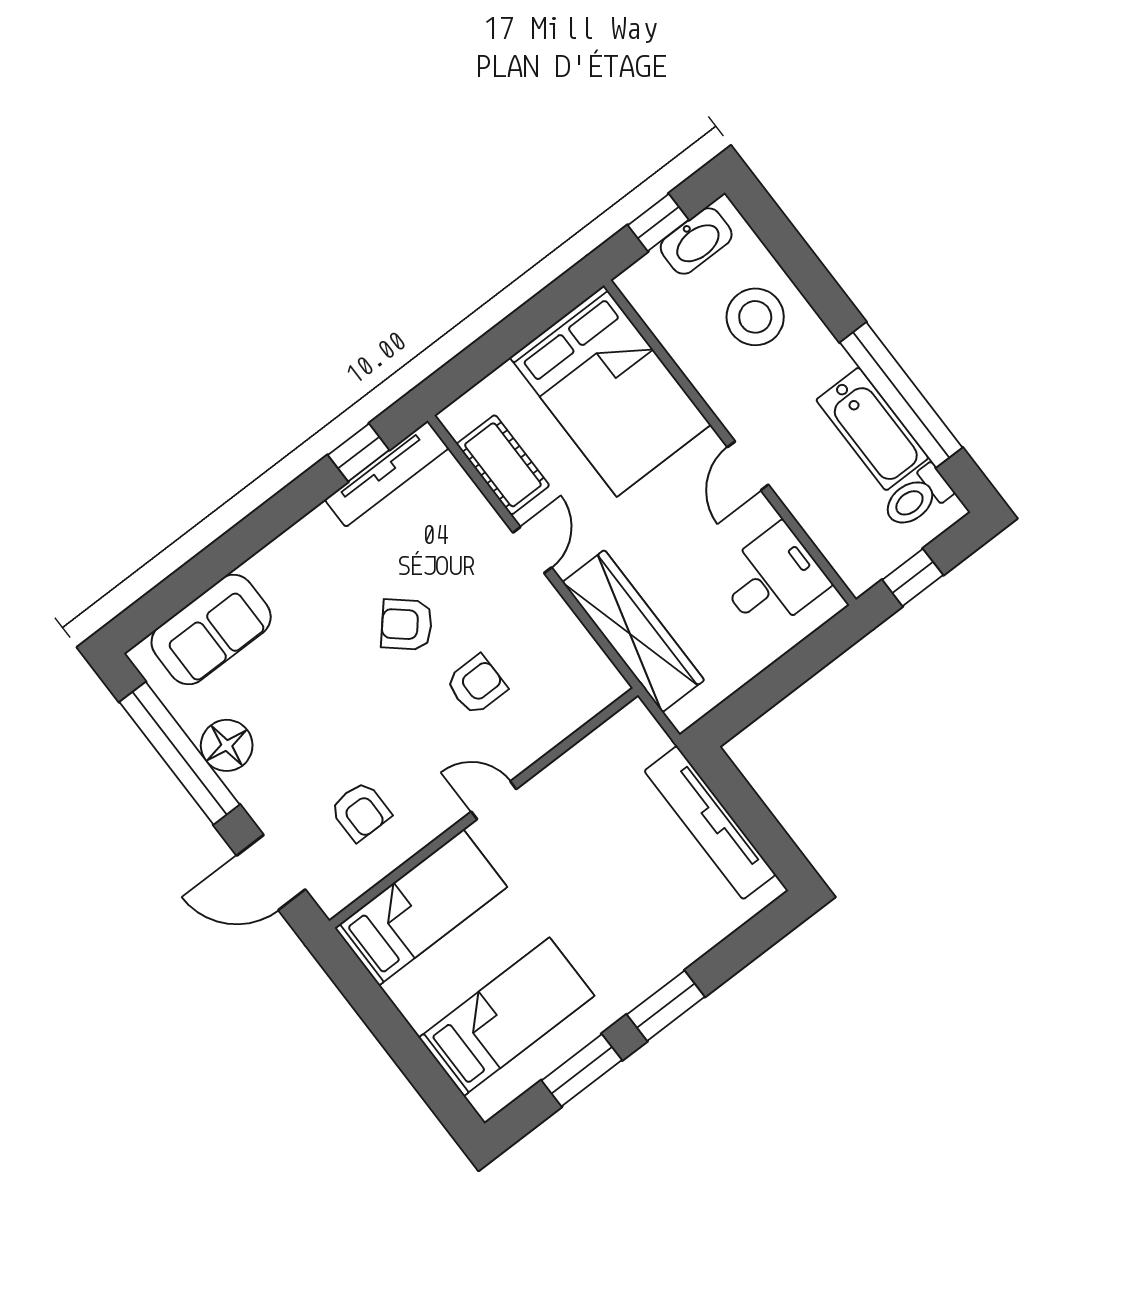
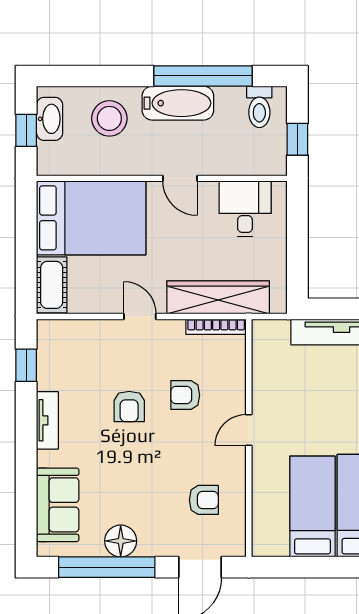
bathtub: (872, 429) -> (178, 103), moved
cot: (503, 465) -> (52, 285), moved, turned 90
tv unit: (387, 474) -> (47, 420), moved, width x0.71
armchair: (407, 625) -> (129, 407), turned -41
bookcase: (594, 657) -> (216, 327), added
armchair: (476, 685) -> (185, 395), turned -90
bed: (421, 907) -> (312, 507), moved

